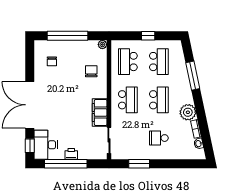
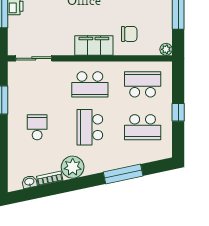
school desk: (159, 100) -> (90, 127), turned 90
filing cabinet: (100, 112) -> (94, 46), moved

